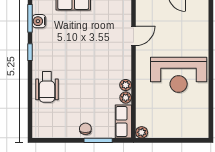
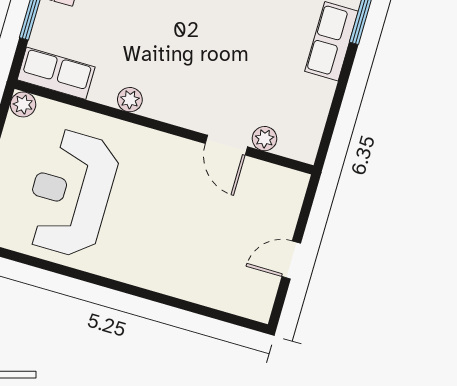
reception desk: (179, 75) -> (71, 193), moved
plant: (126, 98) -> (265, 139), moved

